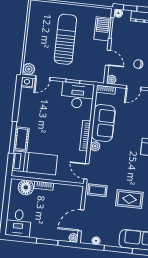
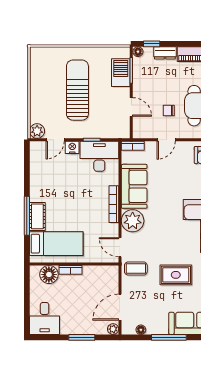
plant: (111, 80) -> (138, 133), removed
nightstand: (27, 82) -> (72, 147), moved
plant: (95, 146) -> (133, 221), width x1.87, depth x1.87

